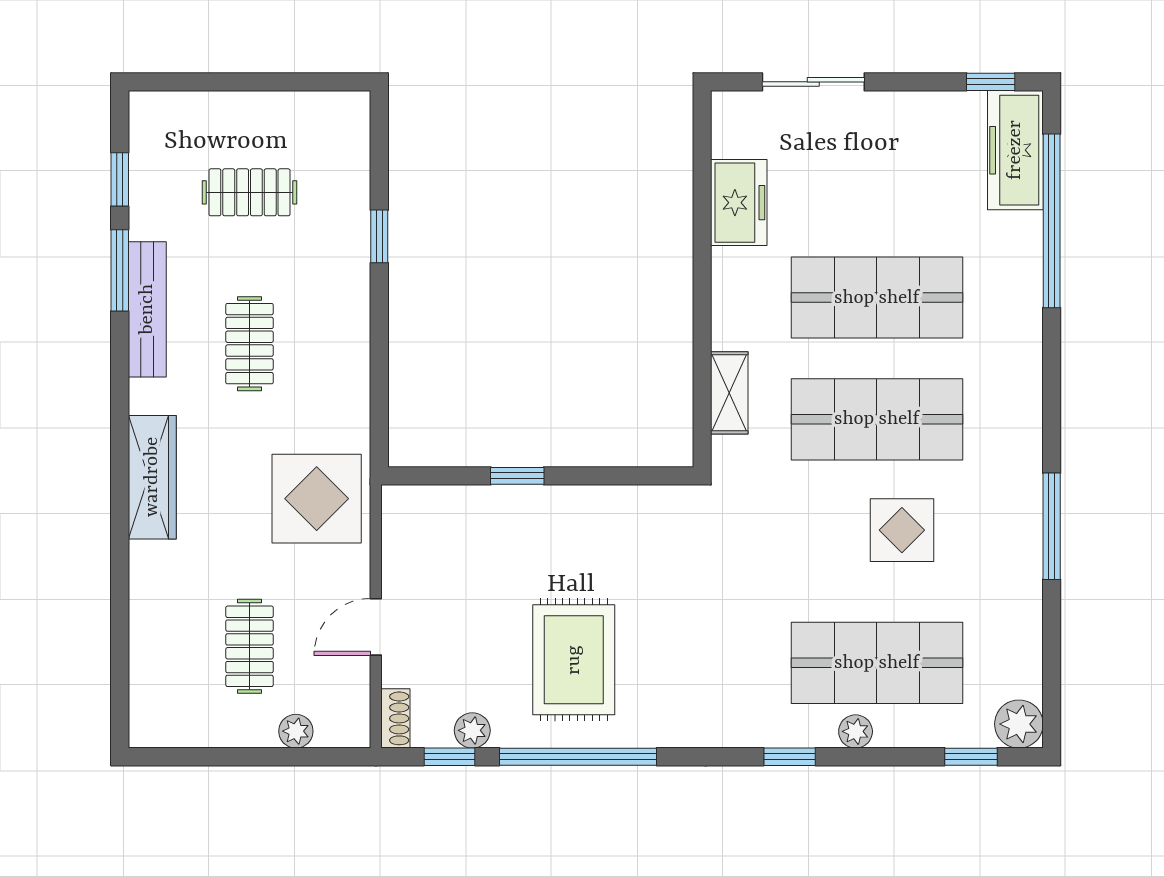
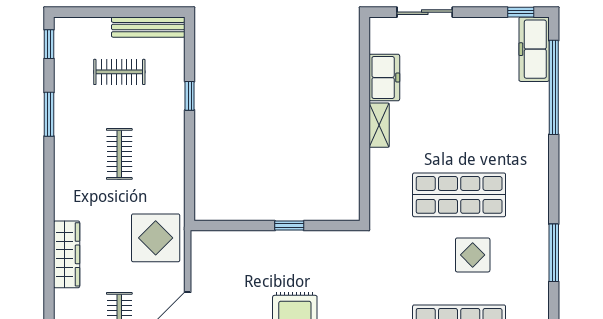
window: (120, 179) -> (49, 44), moved
shop shelf: (877, 298) -> (459, 129), removed
bench: (147, 309) -> (148, 27), moved, turned 90
shelving: (729, 393) -> (379, 125), moved
window: (517, 476) -> (289, 226), moved
wardrobe: (152, 477) -> (67, 254), moved

